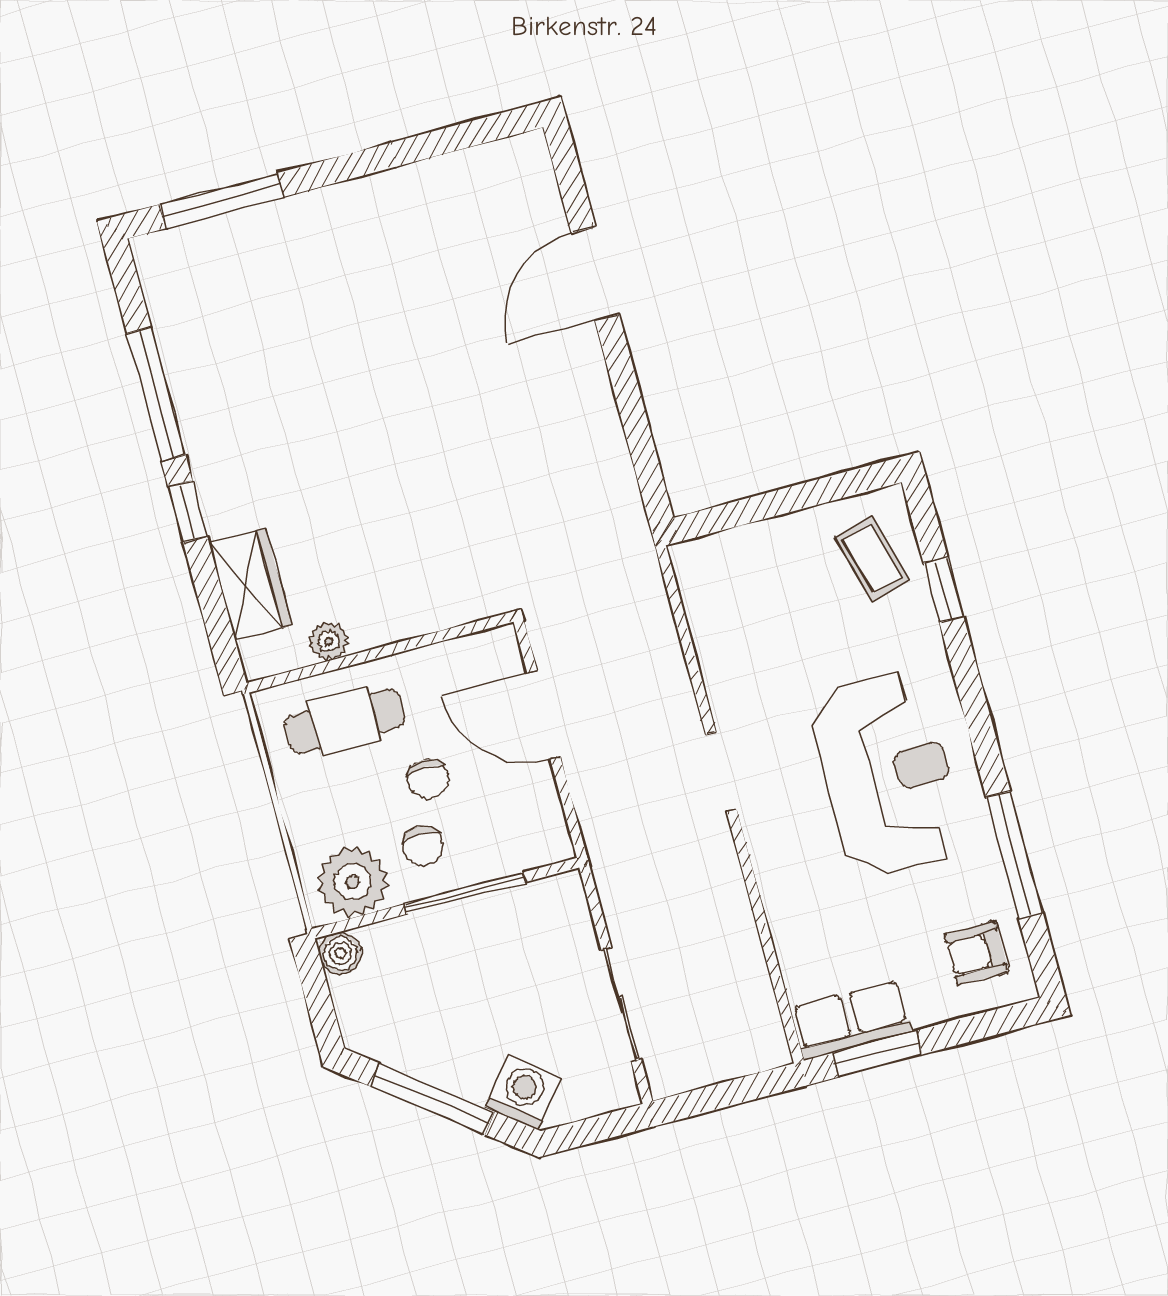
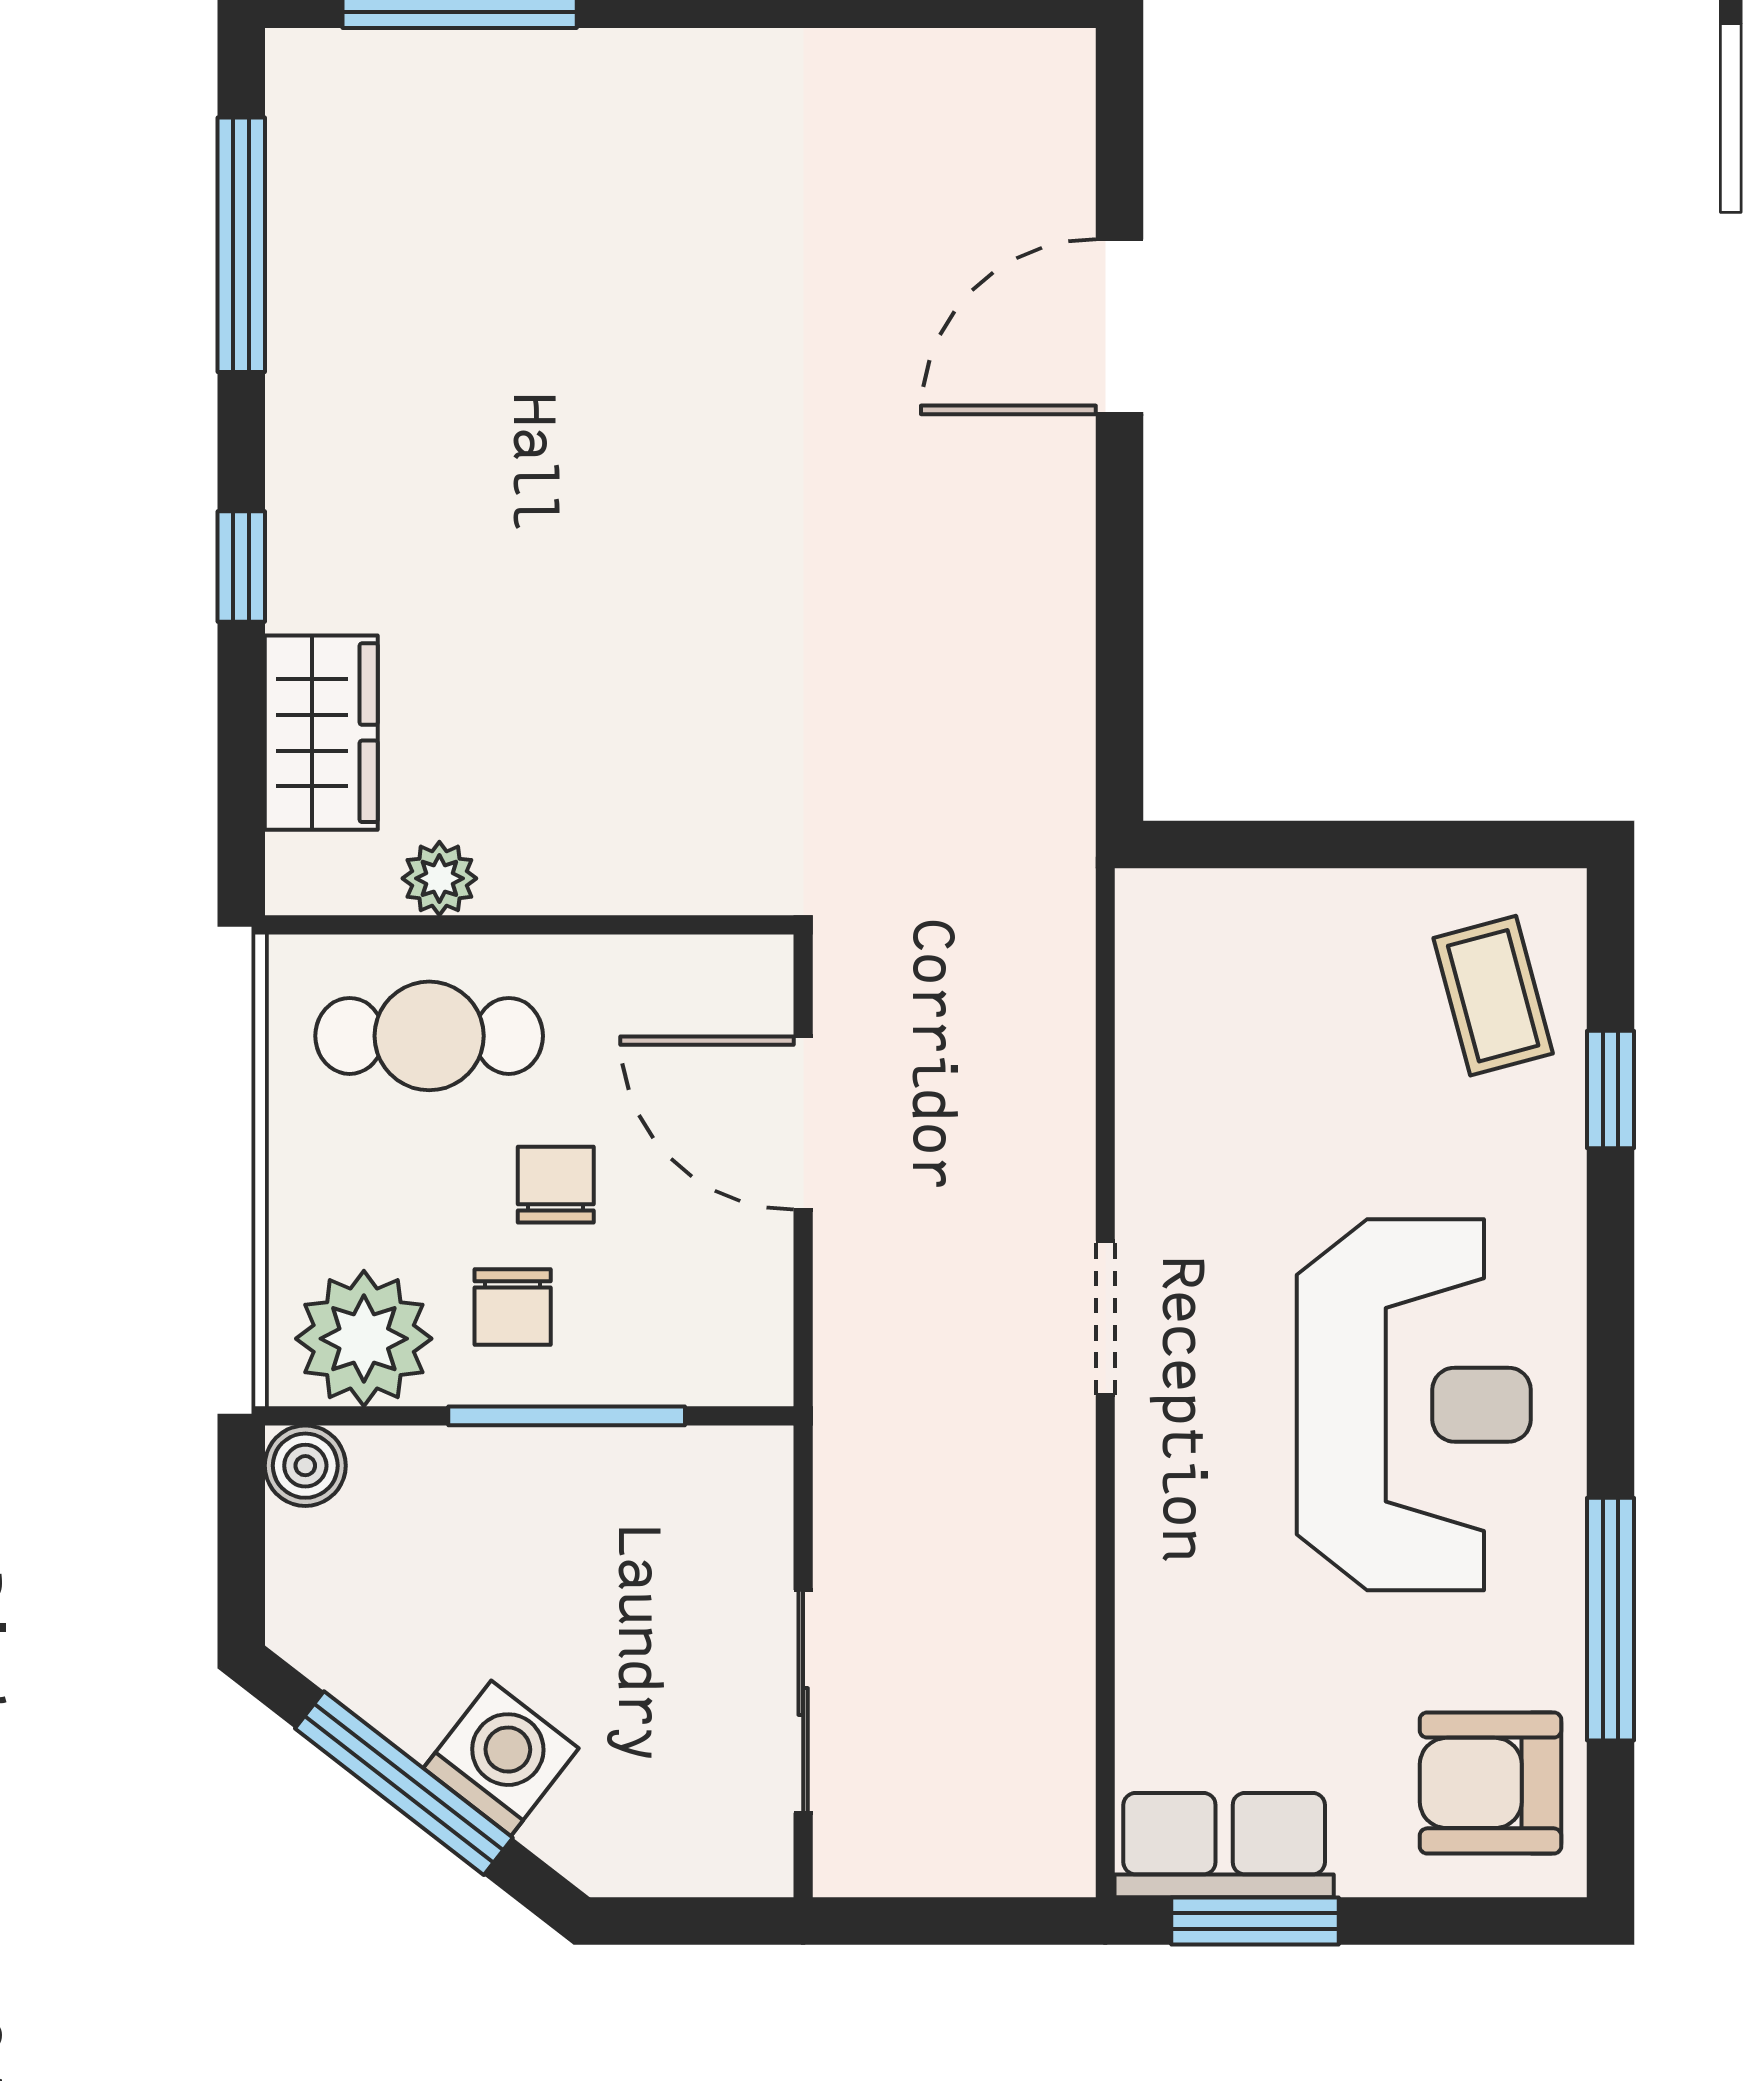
window: (156, 394) -> (241, 245), moved
chair: (428, 779) -> (556, 1185), turned 180
armchair: (976, 953) -> (1490, 1783), width x1.38, depth x1.38
washing machine: (522, 1092) -> (501, 1758), moved

